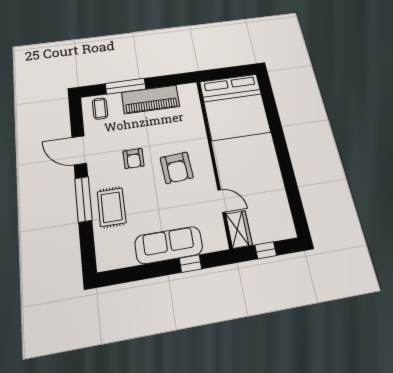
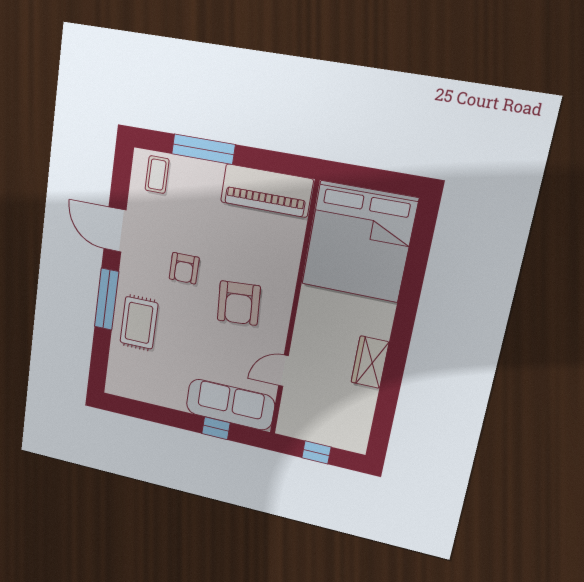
piano: (151, 99) -> (267, 191), moved
door: (221, 201) -> (283, 371), swing flipped
wardrobe: (239, 229) -> (370, 362), moved, turned 180
sofa: (169, 245) -> (230, 405), moved

